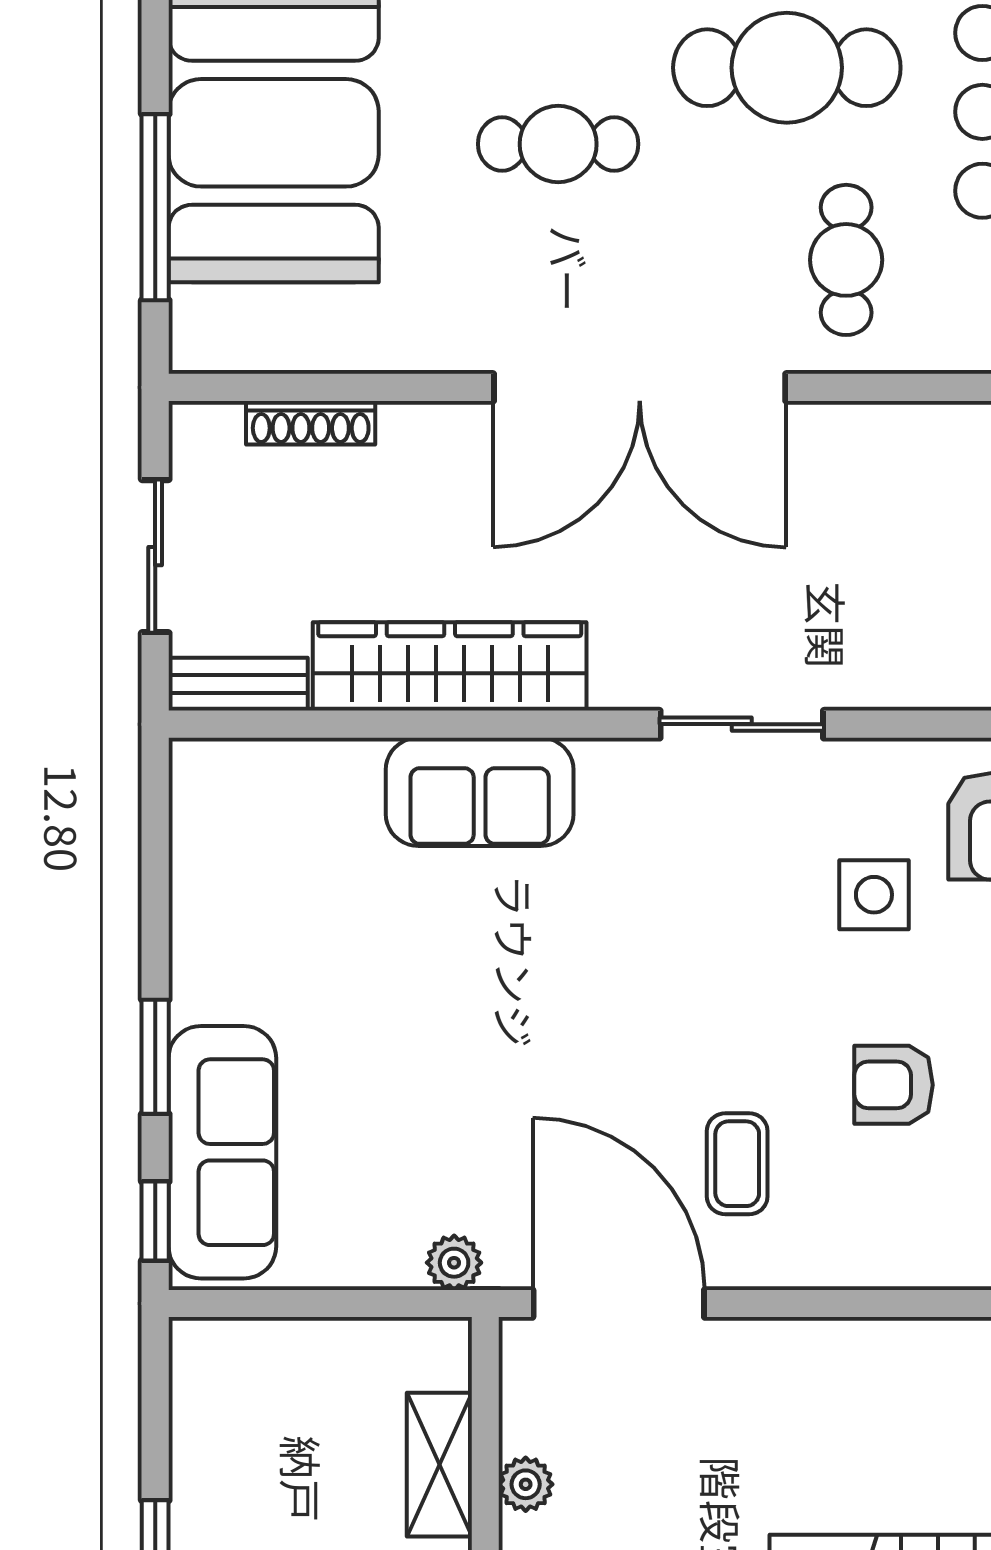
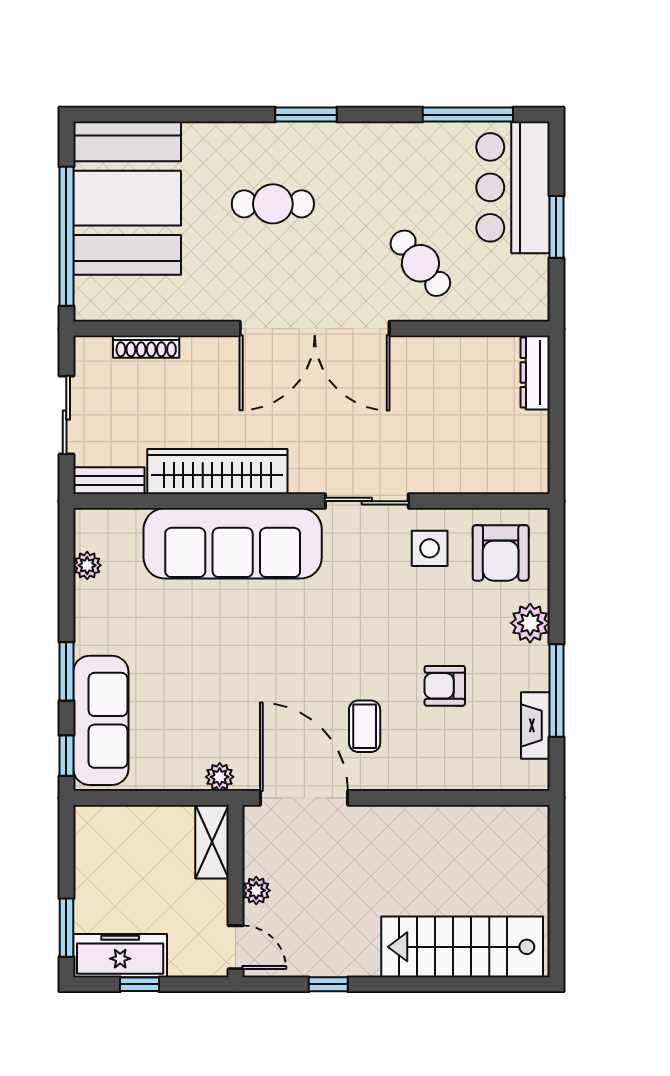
cafe table: (787, 68) -> (390, 165), removed
window: (155, 207) -> (66, 236), width x1.46
cafe table: (846, 260) -> (420, 263), turned -40
sofa: (480, 792) -> (233, 543), width x1.85, depth x1.27
plant: (196, 850) -> (87, 565), added
side table: (874, 895) -> (430, 548), moved
shelving: (439, 1465) -> (212, 842), moved

